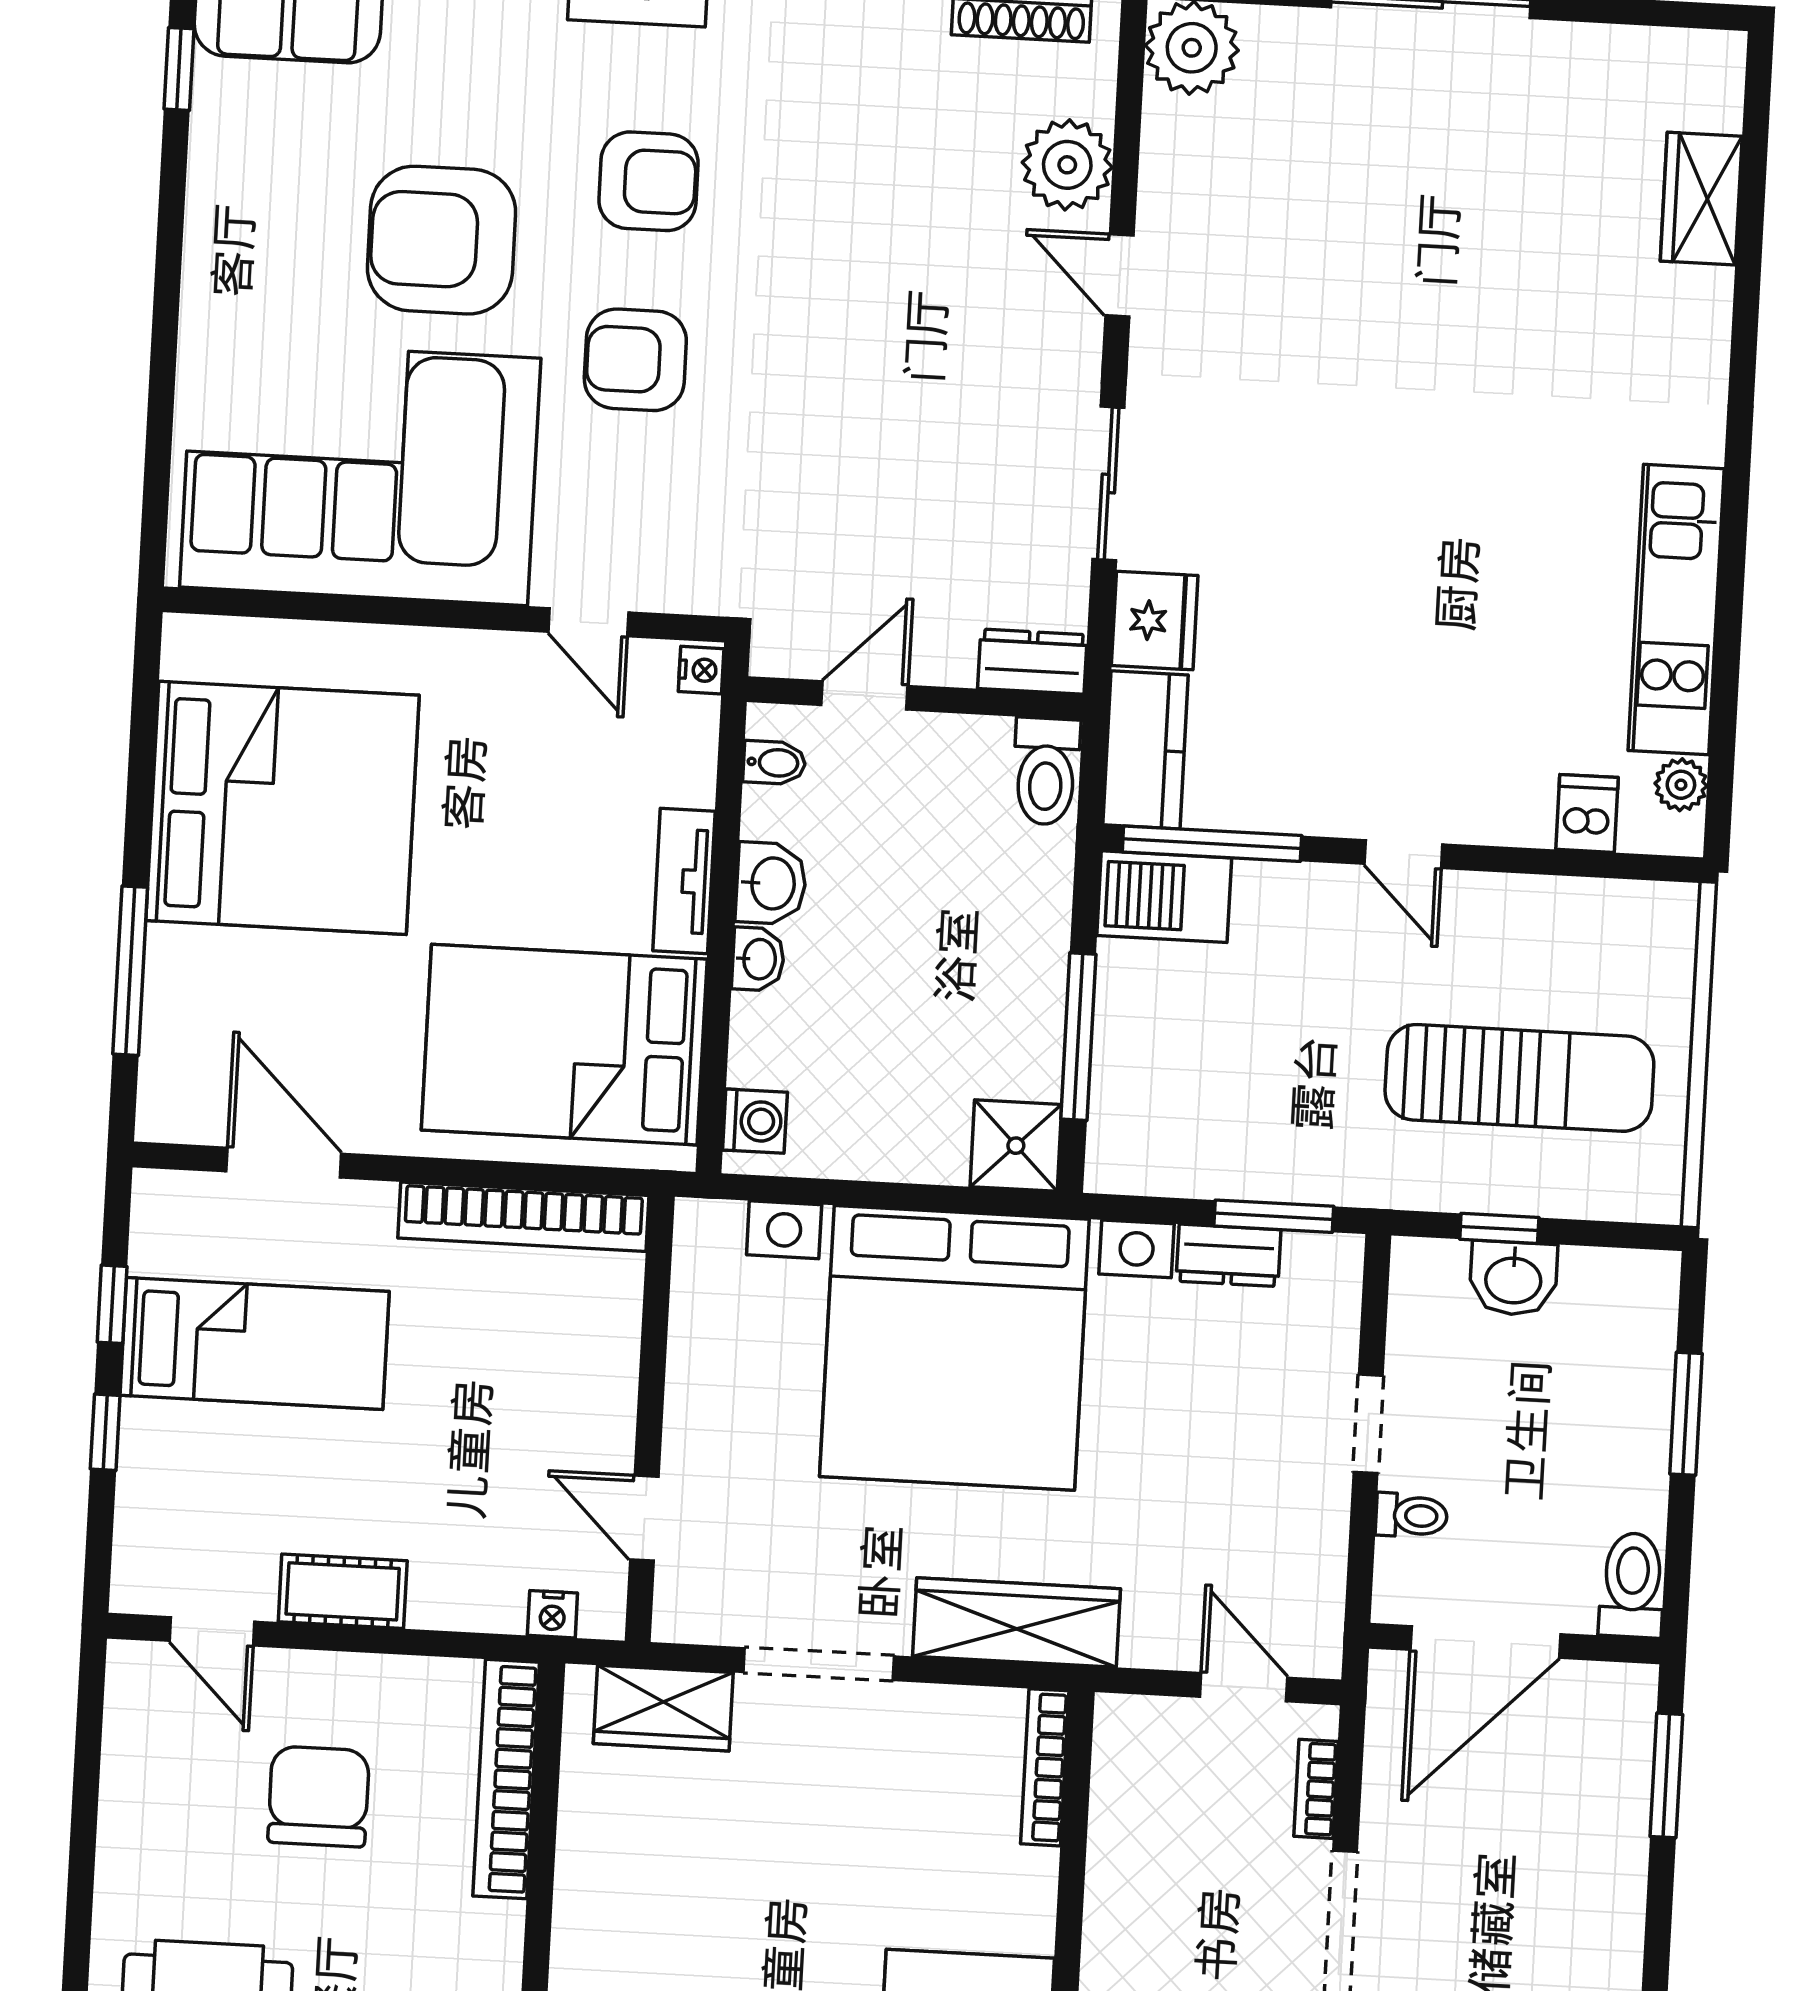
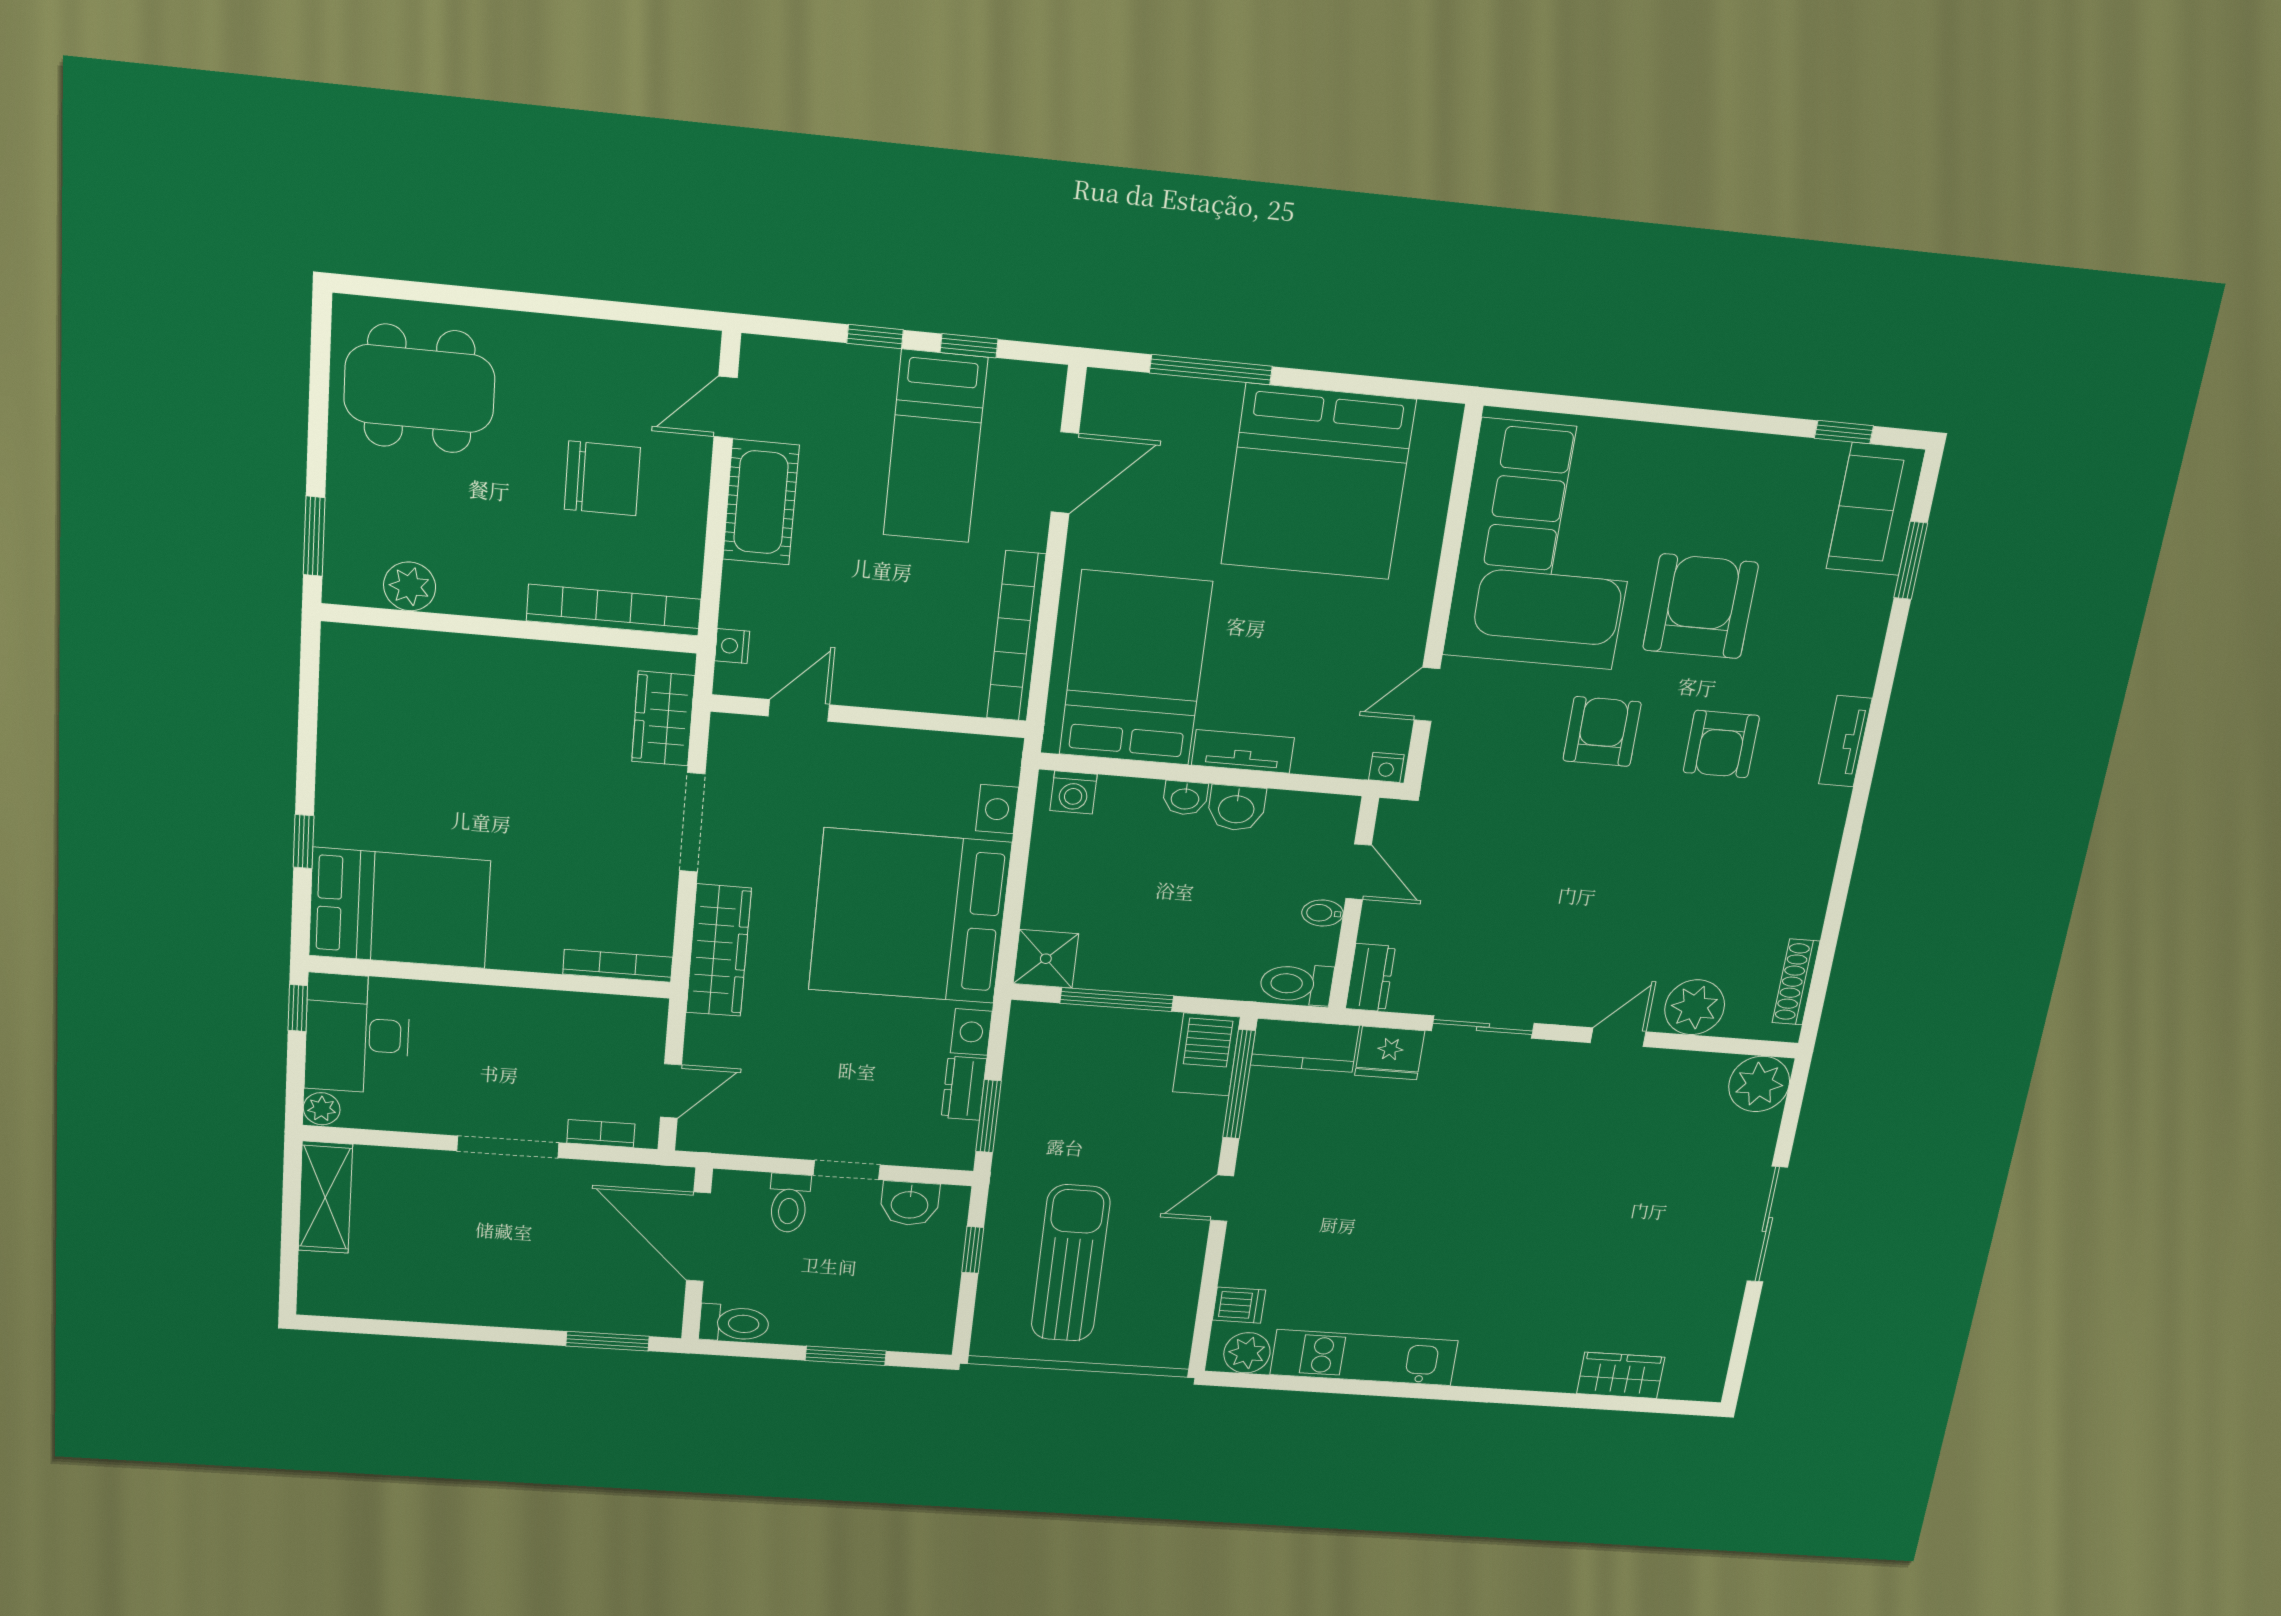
bidet: (774, 763) -> (1322, 913), moved, turned 90
plant: (1681, 785) -> (1247, 1353), width x1.38, depth x1.38
sun lounger: (1519, 1078) -> (1071, 1263), turned 180
washbasin: (1513, 1278) -> (910, 1204), moved, turned -90
toilet: (1411, 1515) -> (789, 1203), width x1.37, depth x1.39
cot: (343, 1591) -> (761, 502), width x1.37, depth x1.34

